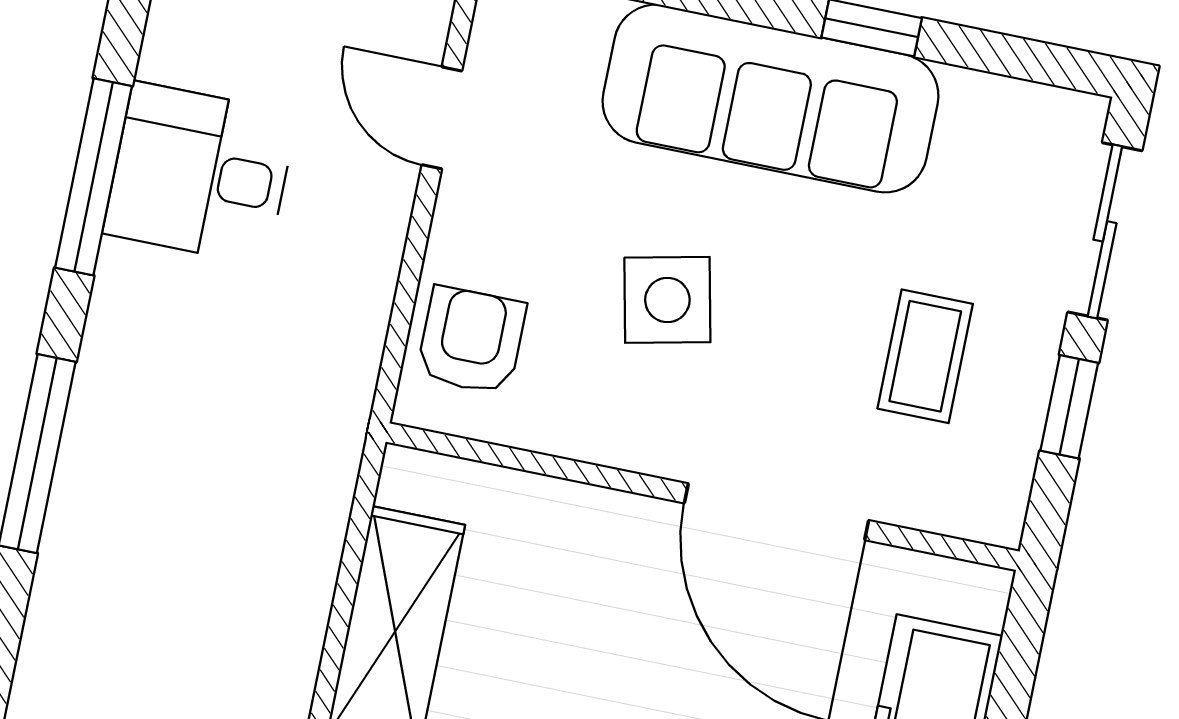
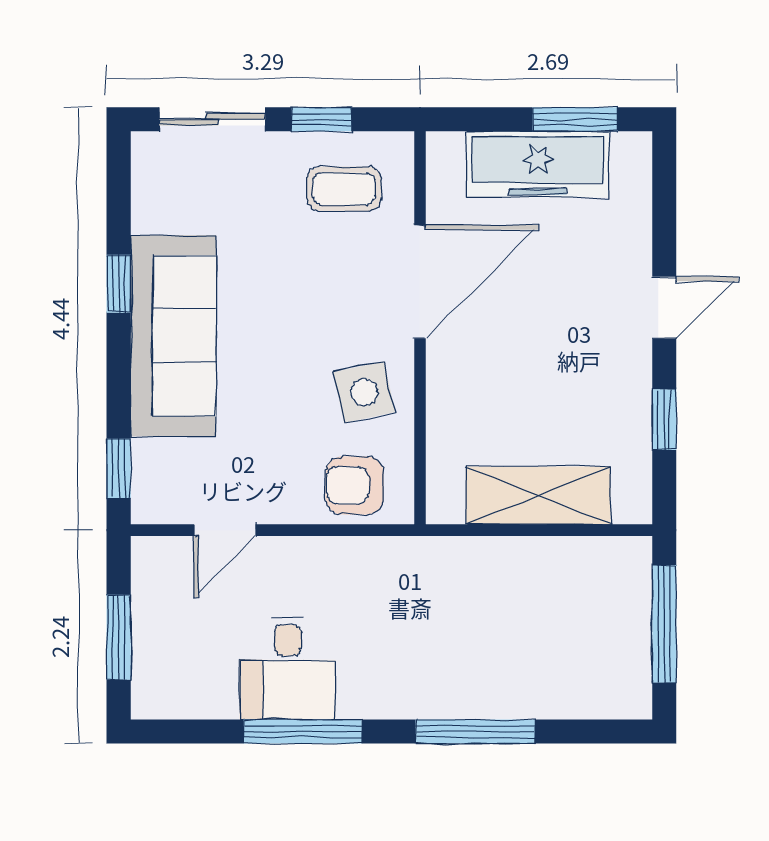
side table: (667, 300) -> (364, 392), moved
coffee table: (925, 356) -> (344, 189), moved

